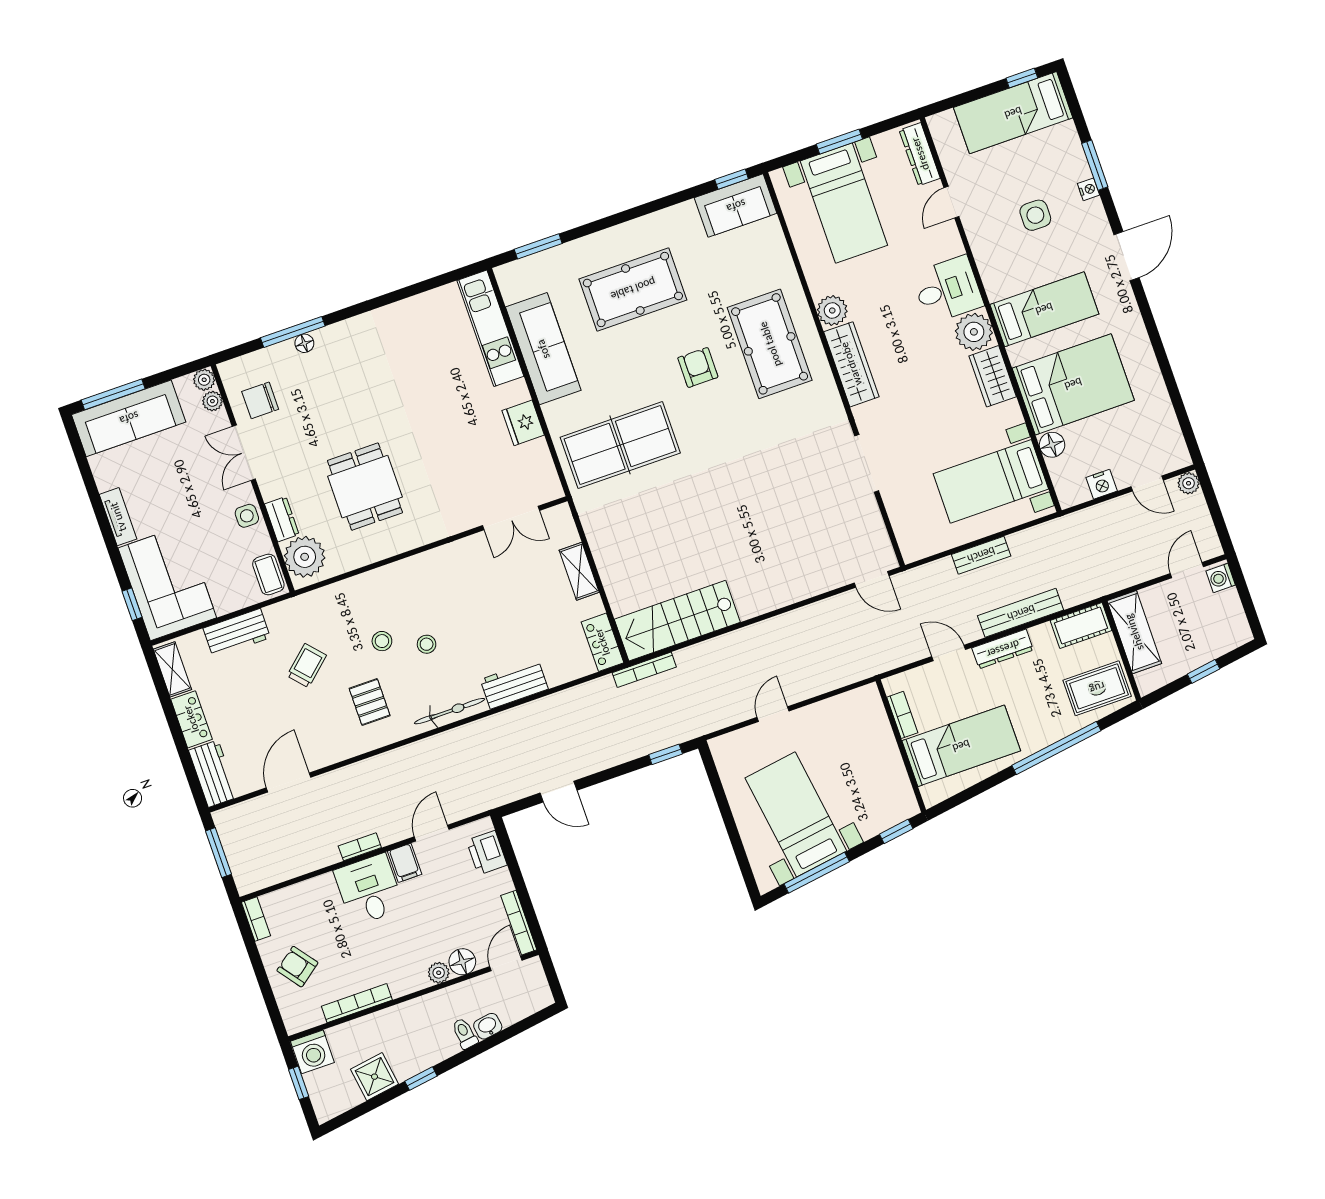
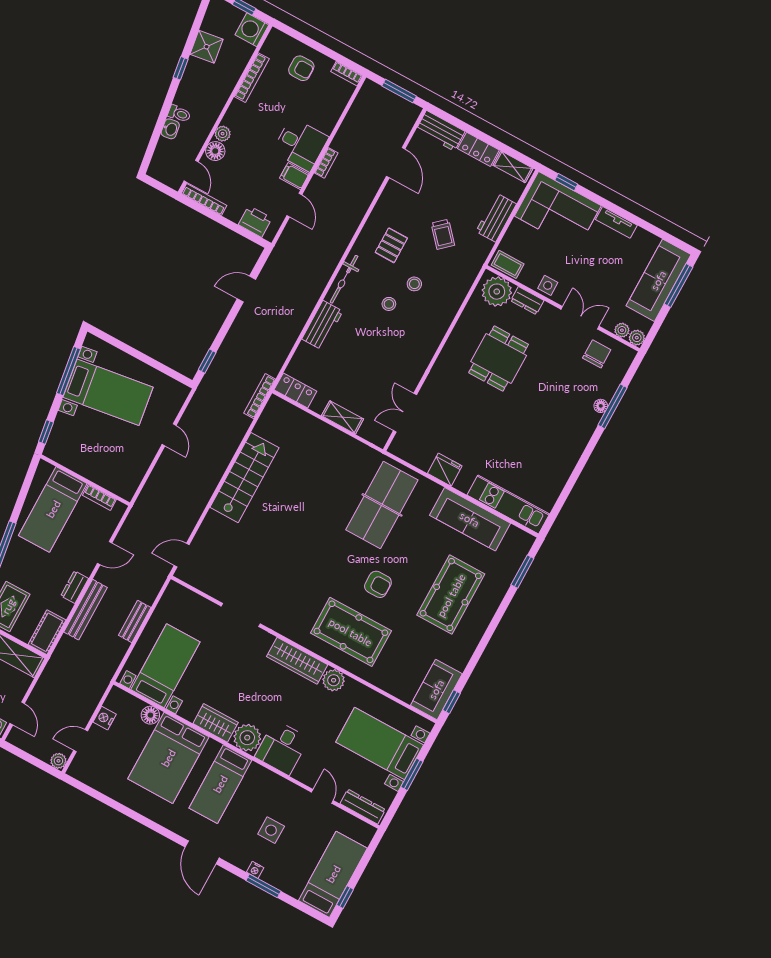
dining table: (365, 487) -> (499, 359), turned 90
stairs: (677, 621) -> (245, 478), moved
dresser: (1003, 649) -> (75, 587), width x0.70
pallet: (370, 702) -> (391, 245), turned 90
armchair: (297, 967) -> (301, 68), turned 37

